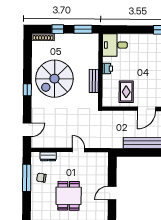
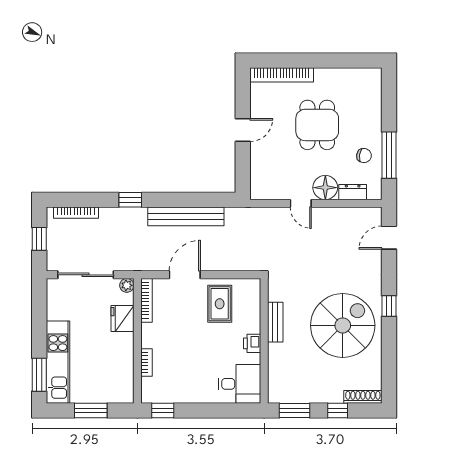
floor lamp: (64, 159) -> (325, 188), added

